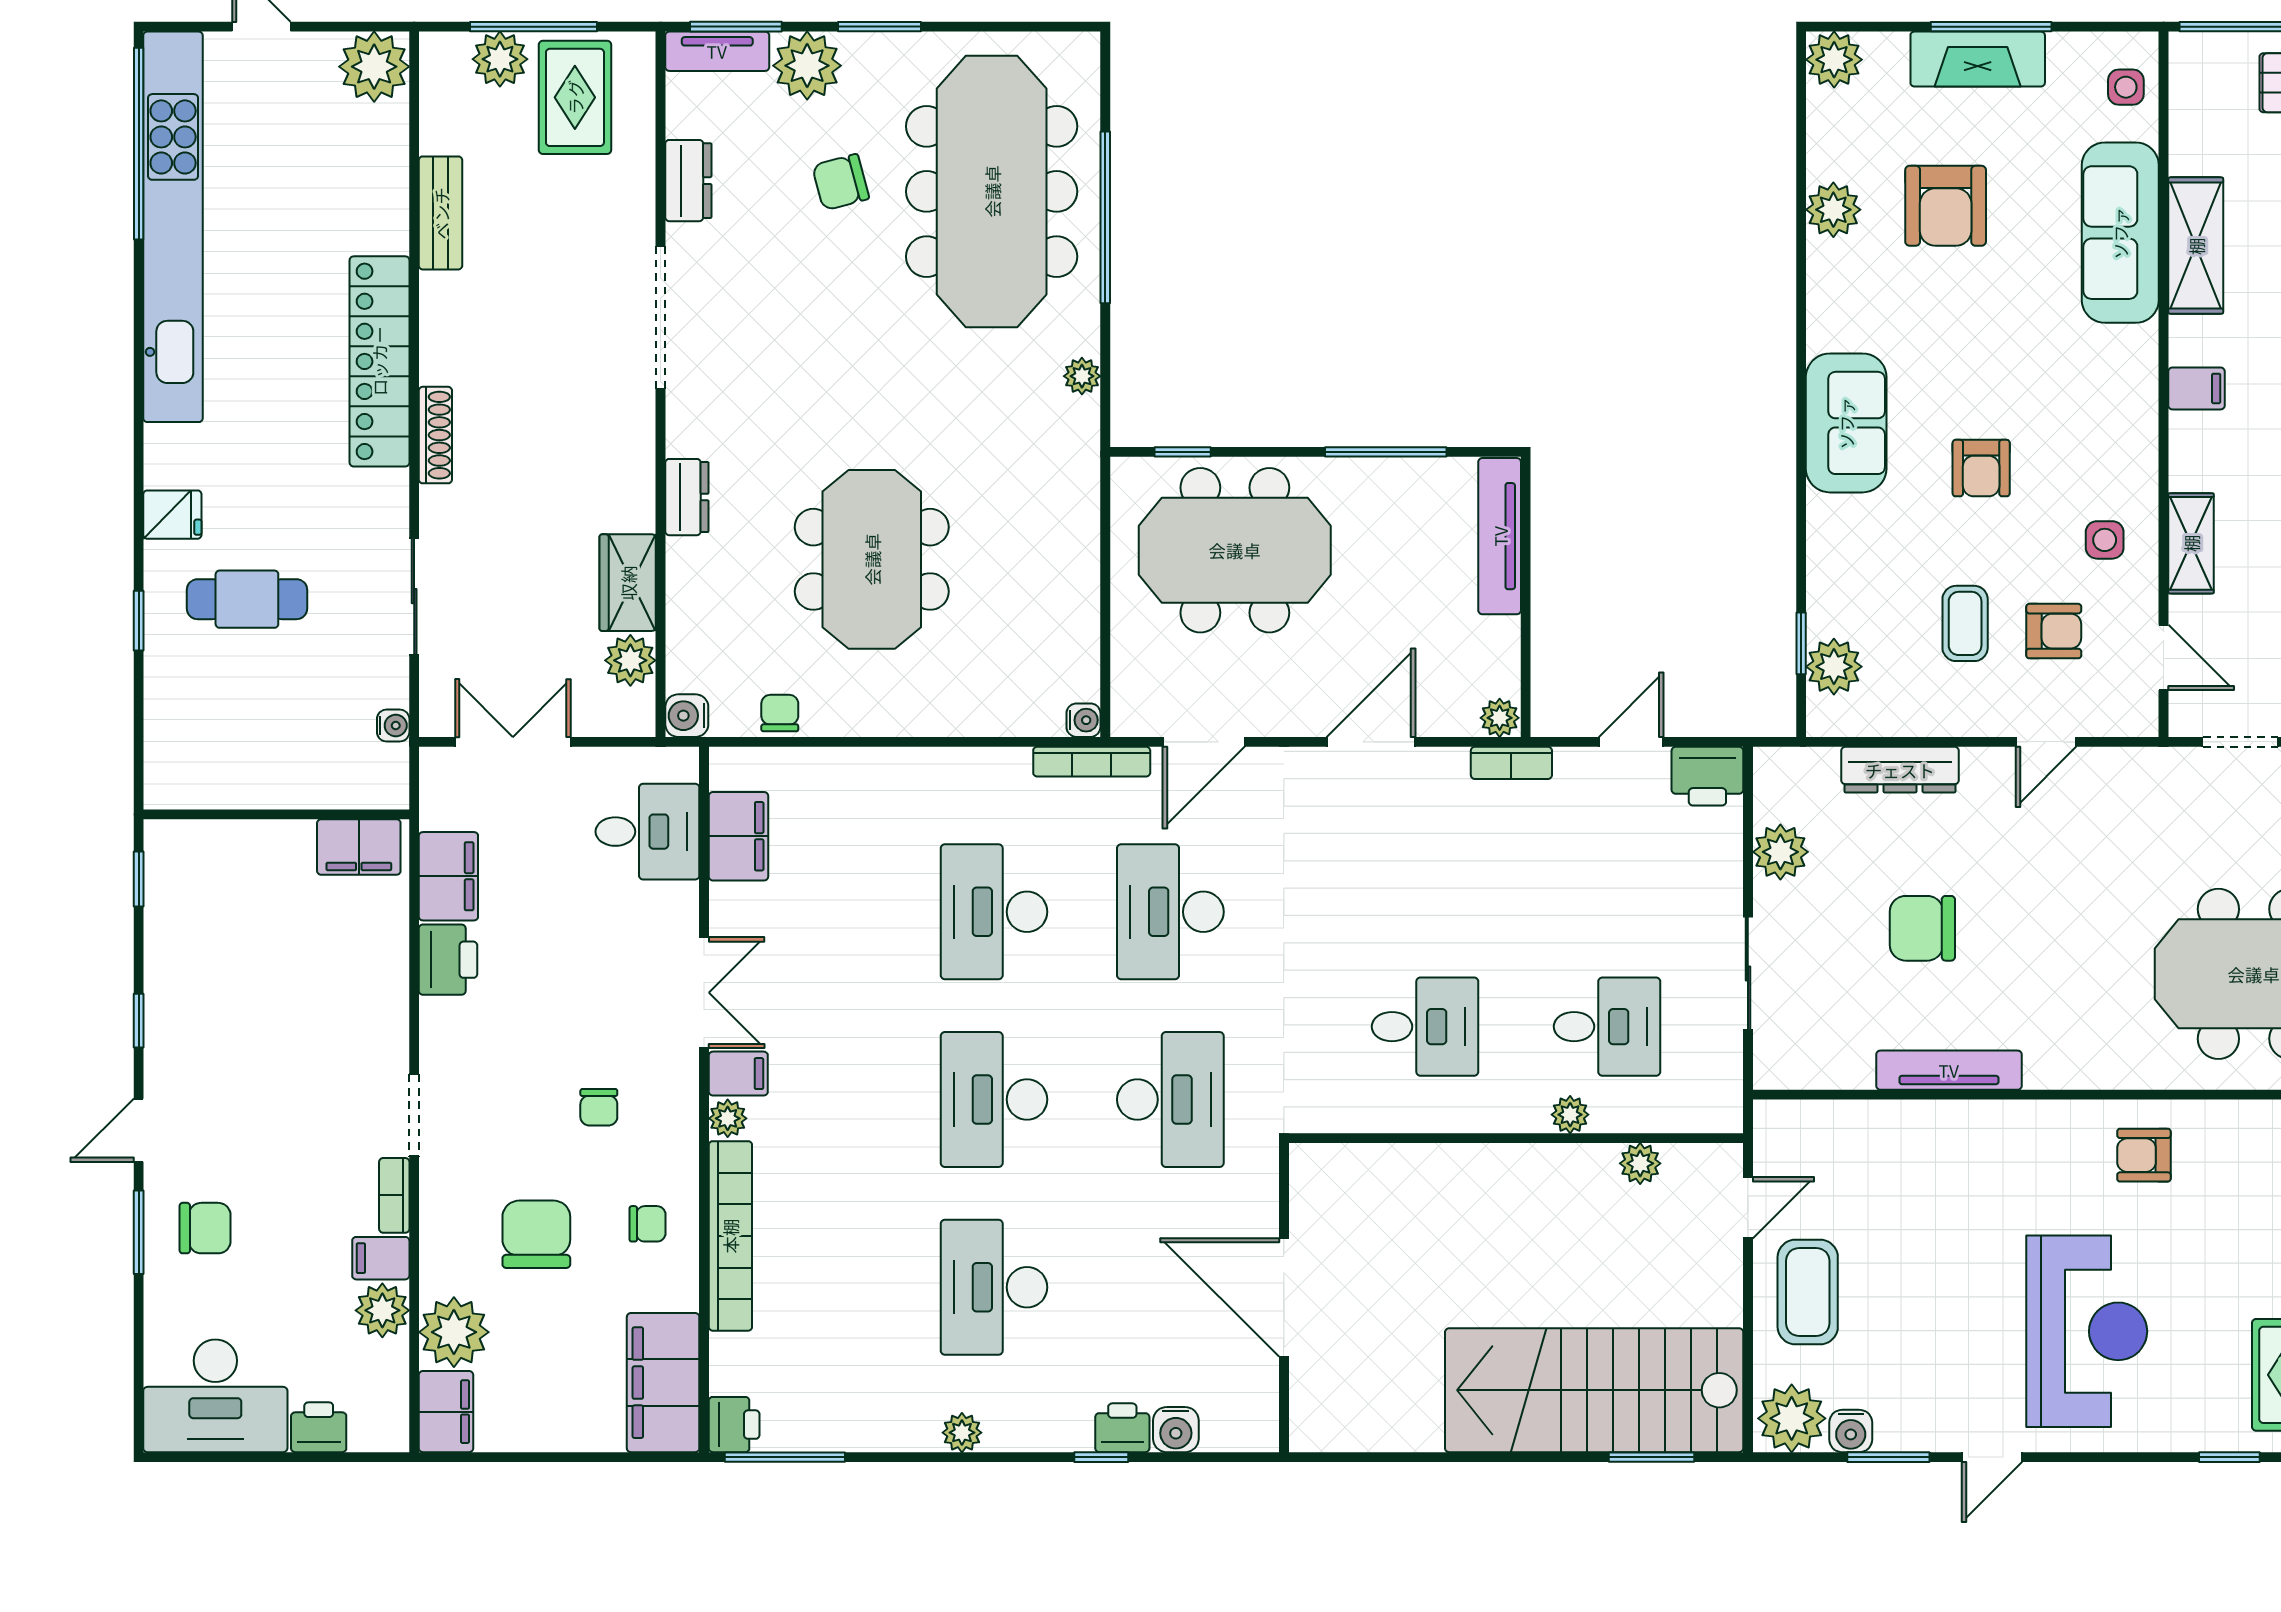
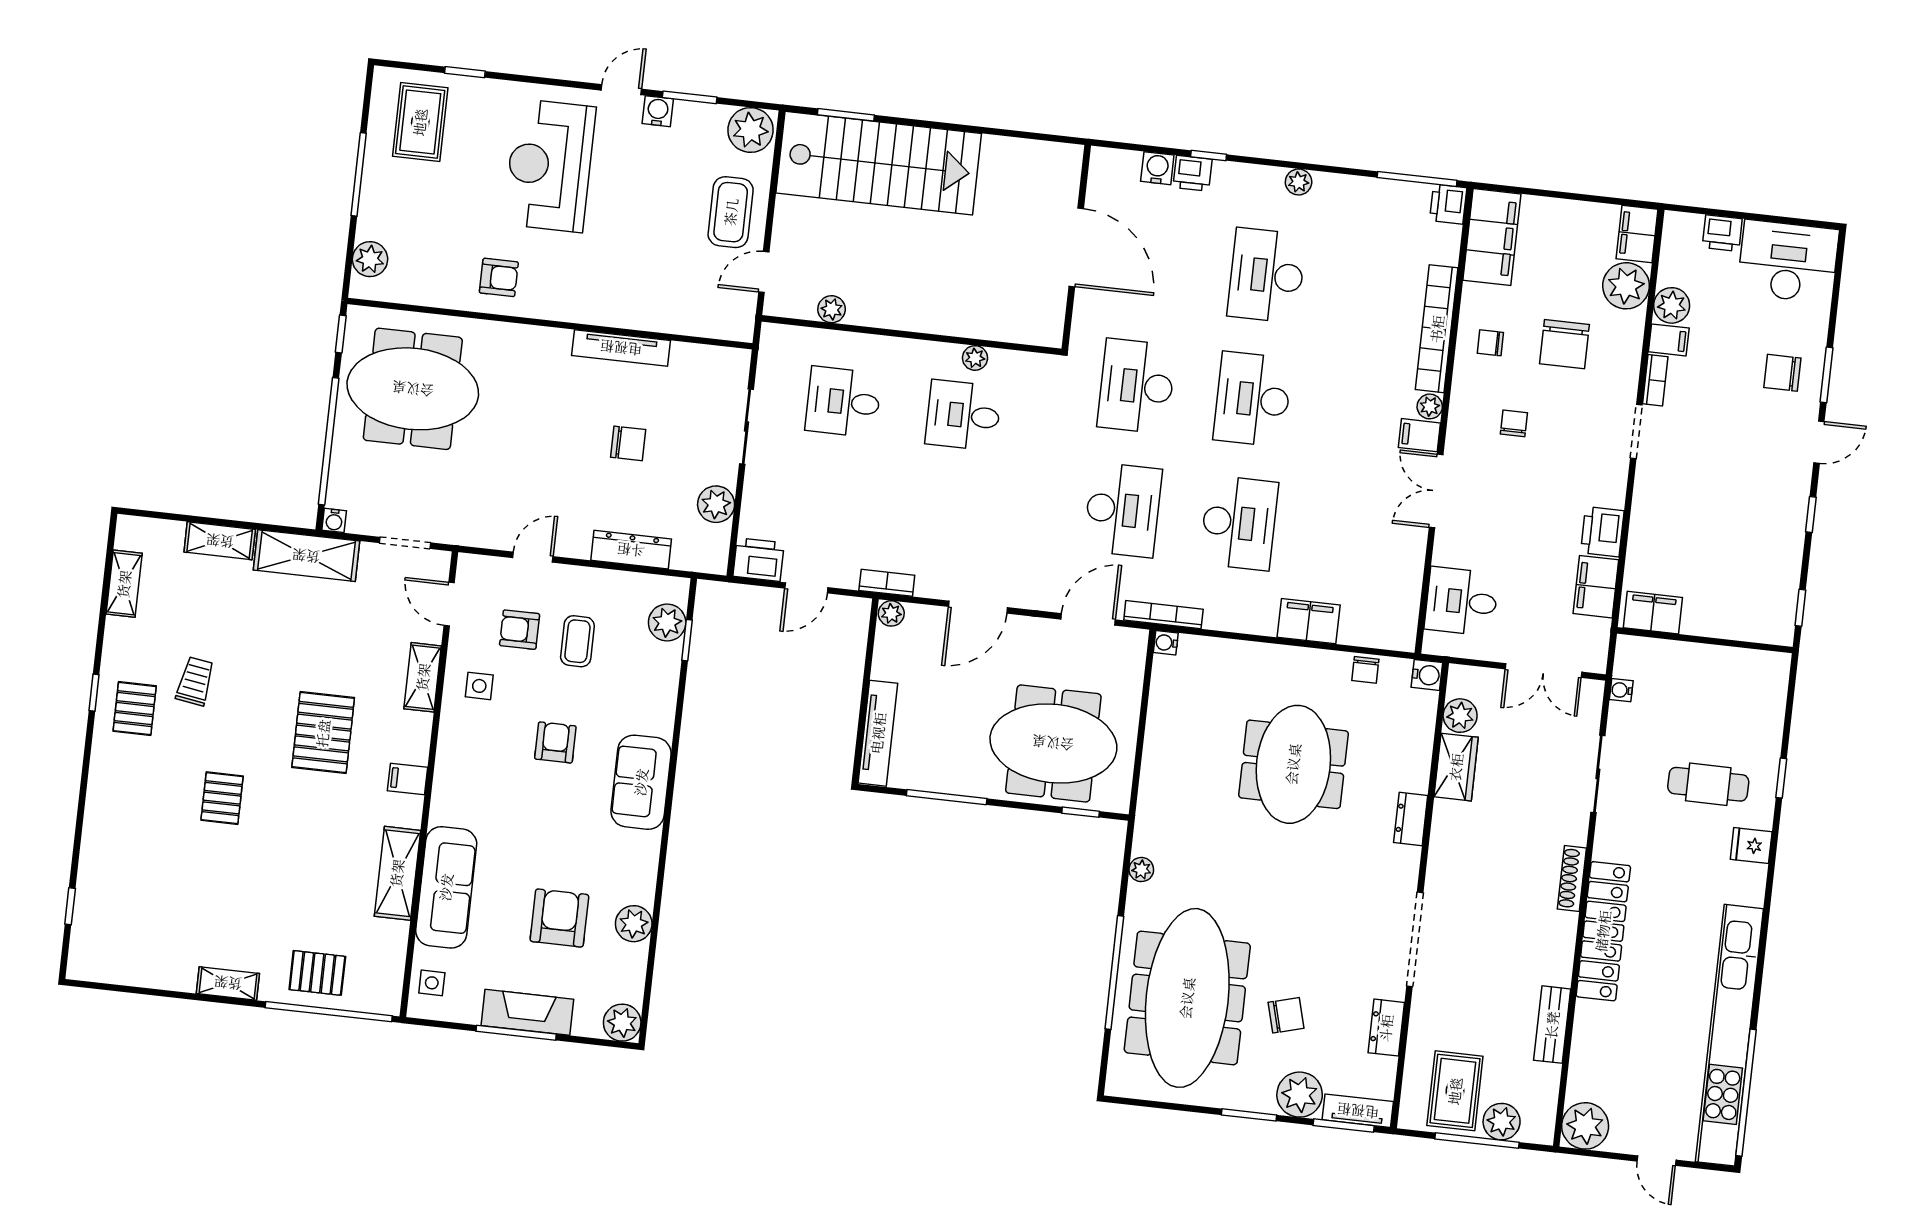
filing cabinet: (738, 836) -> (1309, 621), moved, turned 90
chair: (1922, 928) -> (628, 443), width x0.73, depth x0.73
desk: (994, 1099) -> (1253, 399), turned 180
plant: (1570, 1115) -> (975, 358), moved
desk: (994, 1287) -> (1267, 275), turned 180
water cooler: (1851, 1431) -> (658, 111), moved

